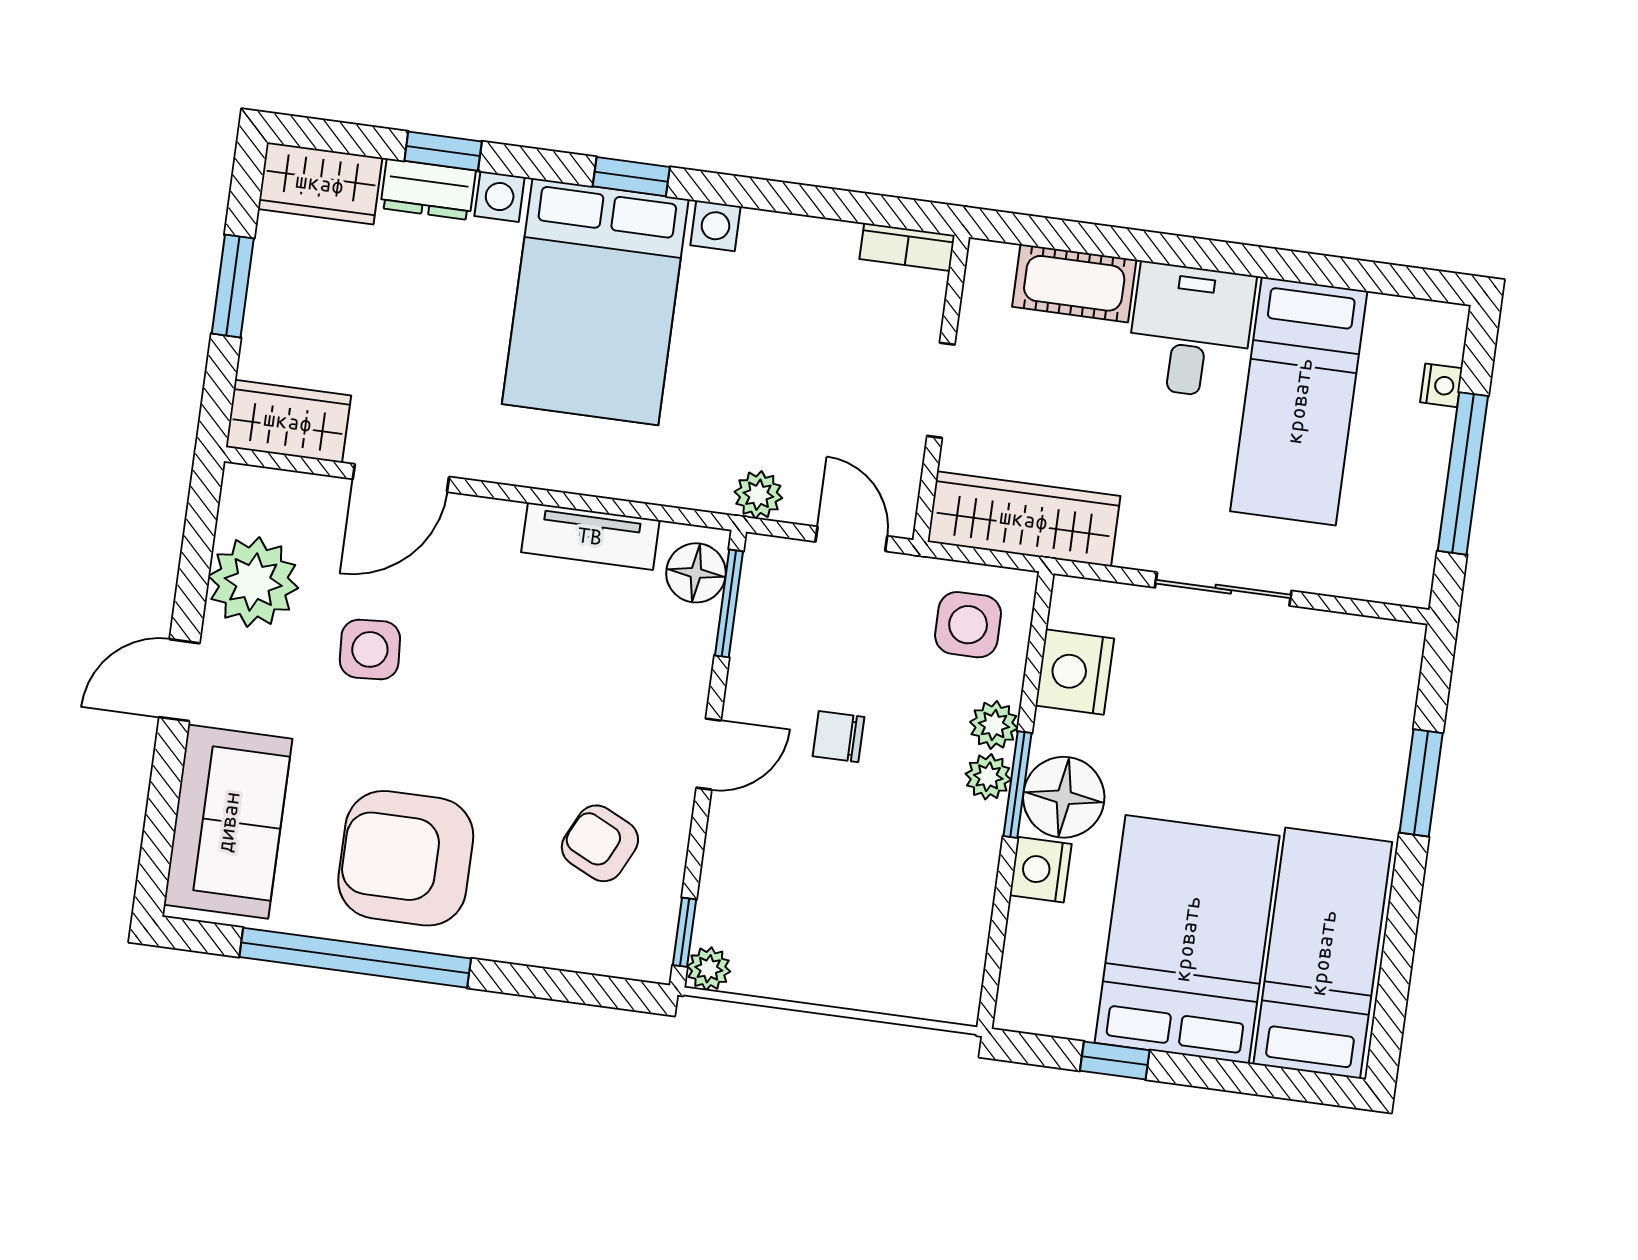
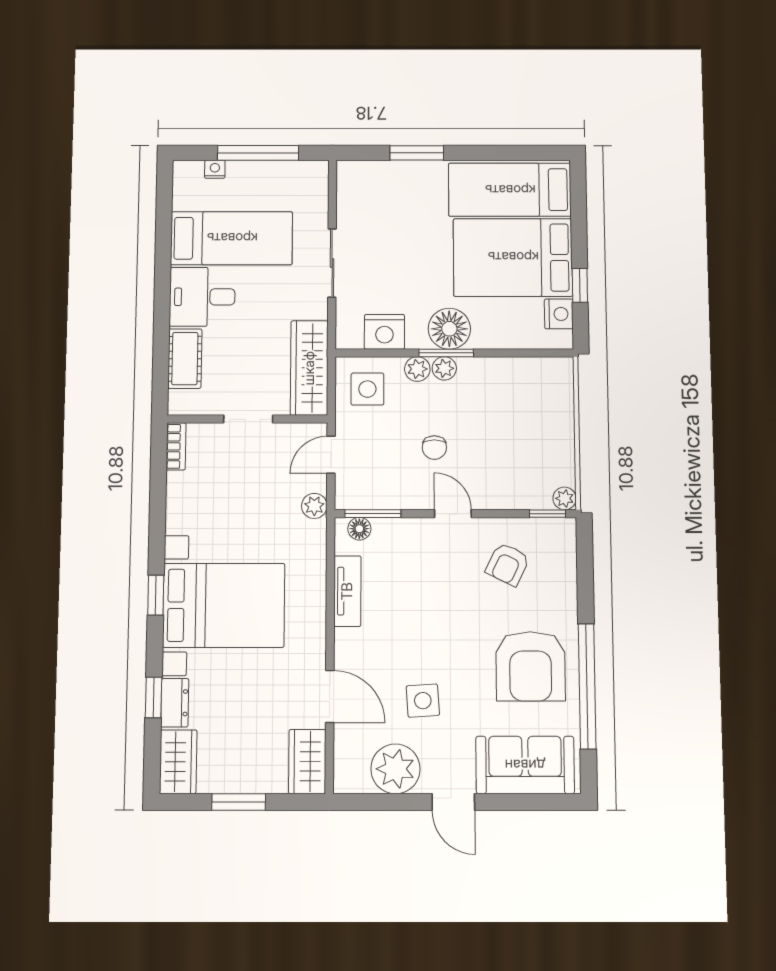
floor lamp: (696, 573) -> (359, 529), width x0.73, depth x0.73
nightstand: (1041, 870) -> (559, 314), moved, turned -90

